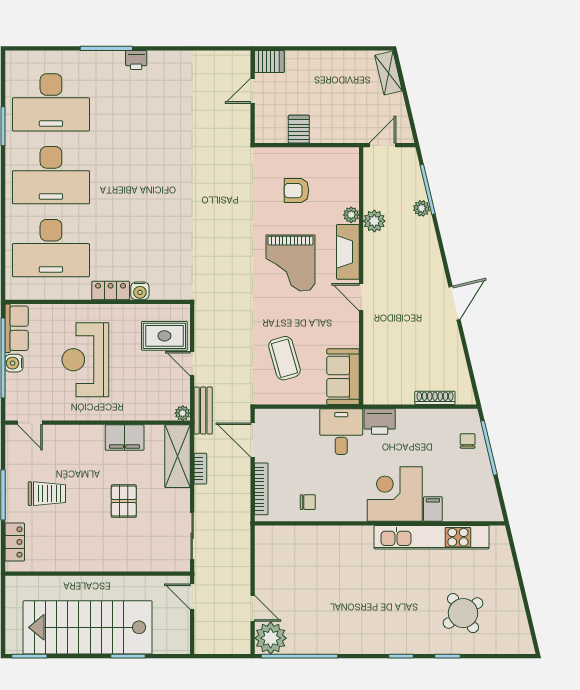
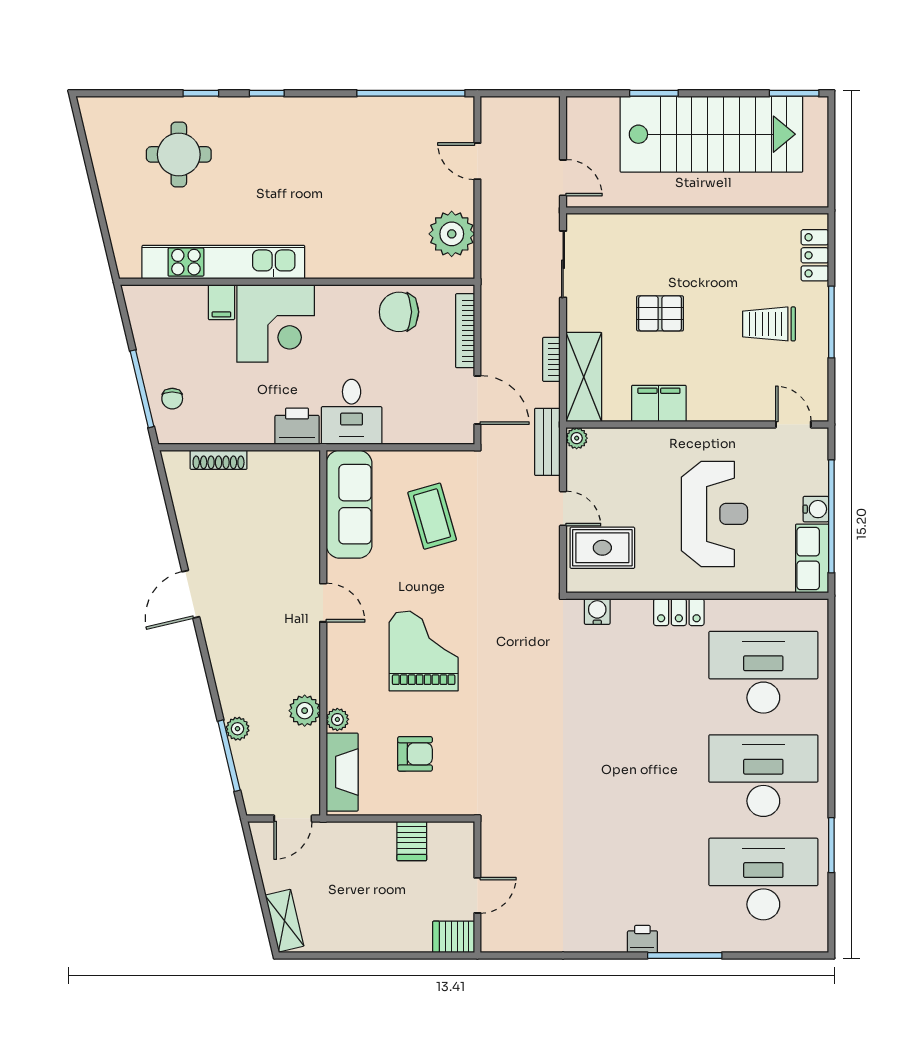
fireplace: (348, 252) -> (342, 772), moved
water cooler: (140, 291) -> (597, 611), moved
sofa: (343, 377) -> (349, 504), width x1.36
pallet: (124, 501) -> (660, 313), turned 90
chair: (308, 502) -> (399, 312), width x1.87, depth x1.87
round table: (463, 613) -> (179, 154), turned 35
plant: (271, 638) -> (452, 234), moved

